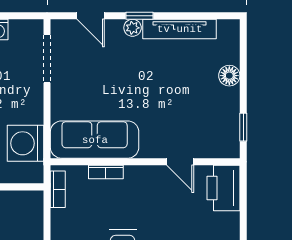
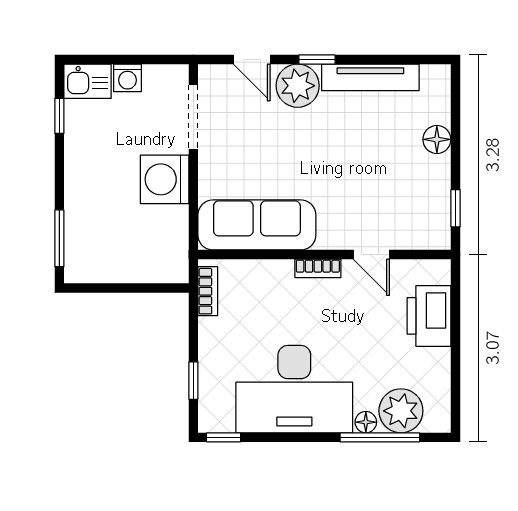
plant: (133, 28) -> (298, 86), width x1.88, depth x1.88
washing machine: (25, 143) -> (165, 179), moved
bookcase: (106, 172) -> (318, 268), moved
printer: (223, 188) -> (429, 316), moved

